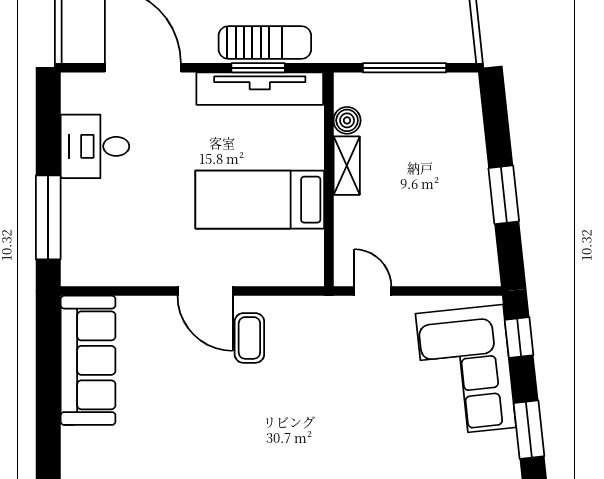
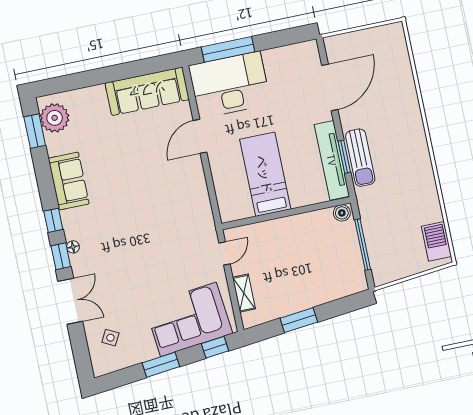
boiler: (347, 120) -> (342, 213), moved
desk: (95, 146) -> (230, 85), moved, width x1.87, depth x1.30
shelving: (347, 166) -> (244, 293), moved, turned 90
door: (205, 291) -> (200, 136), moved
coffee table: (249, 338) -> (181, 185), removed

